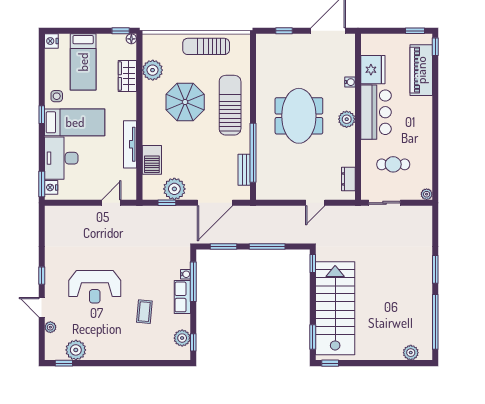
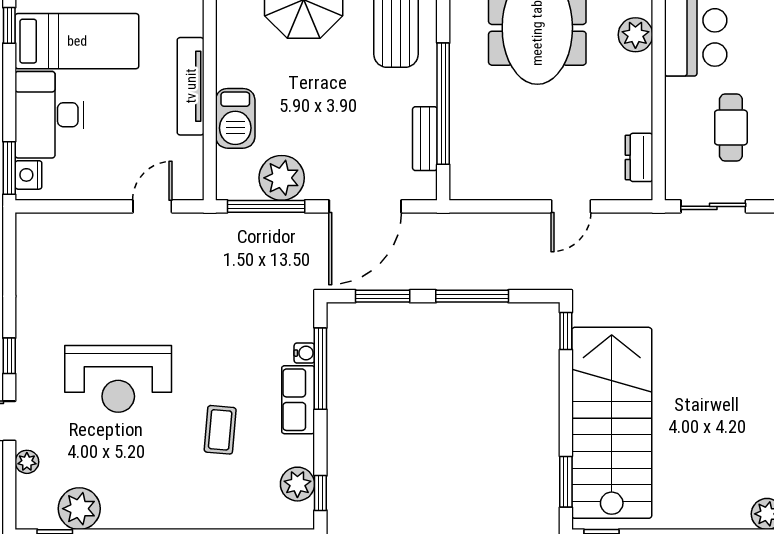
cafe table: (393, 164) -> (731, 127), turned 90
window: (167, 203) -> (266, 206), width x2.17

